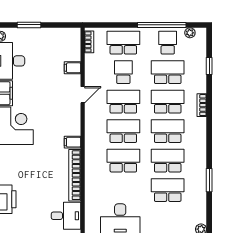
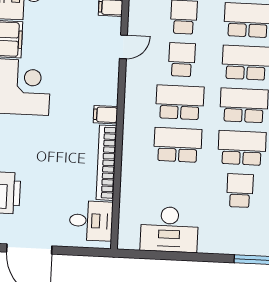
school desk: (123, 102) -> (182, 60), width x0.54
school desk: (168, 190) -> (240, 191), width x0.54

